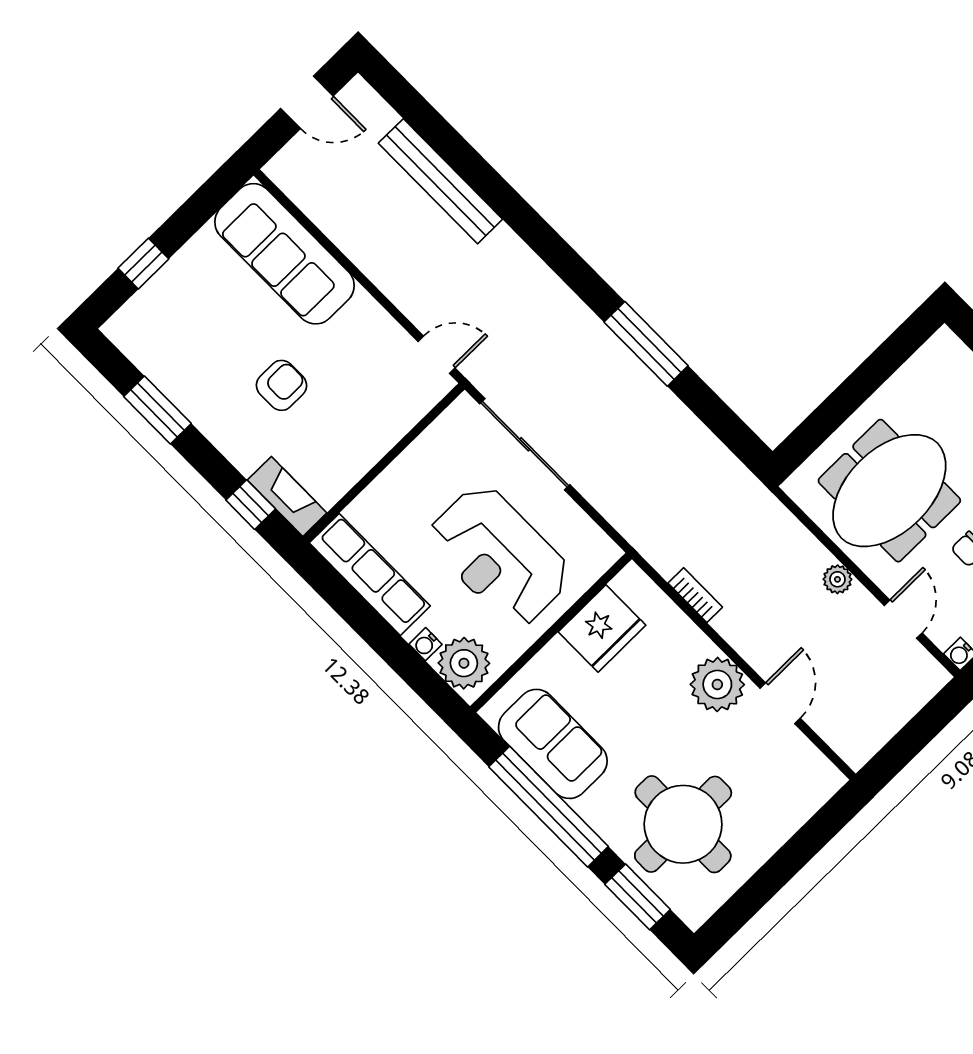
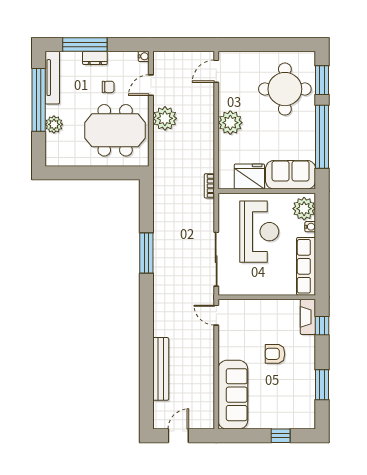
door: (307, 102) -> (178, 436), hinge flipped
plant: (837, 579) -> (165, 118), width x1.88, depth x1.88
bookcase: (695, 595) -> (209, 186), moved
door: (780, 703) -> (216, 71), moved
sofa: (553, 744) -> (291, 175), moved, turned 90

